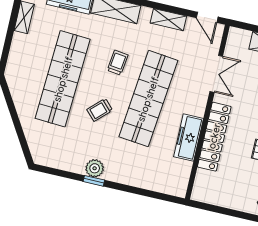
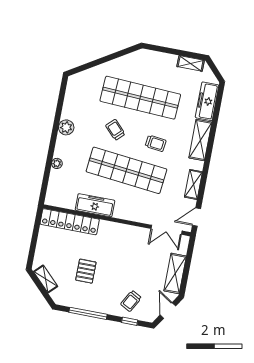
double door: (216, 74) -> (167, 230), moved
locker: (214, 137) -> (70, 222), moved
window: (94, 181) -> (56, 127), removed
plant: (137, 181) -> (57, 163), added

